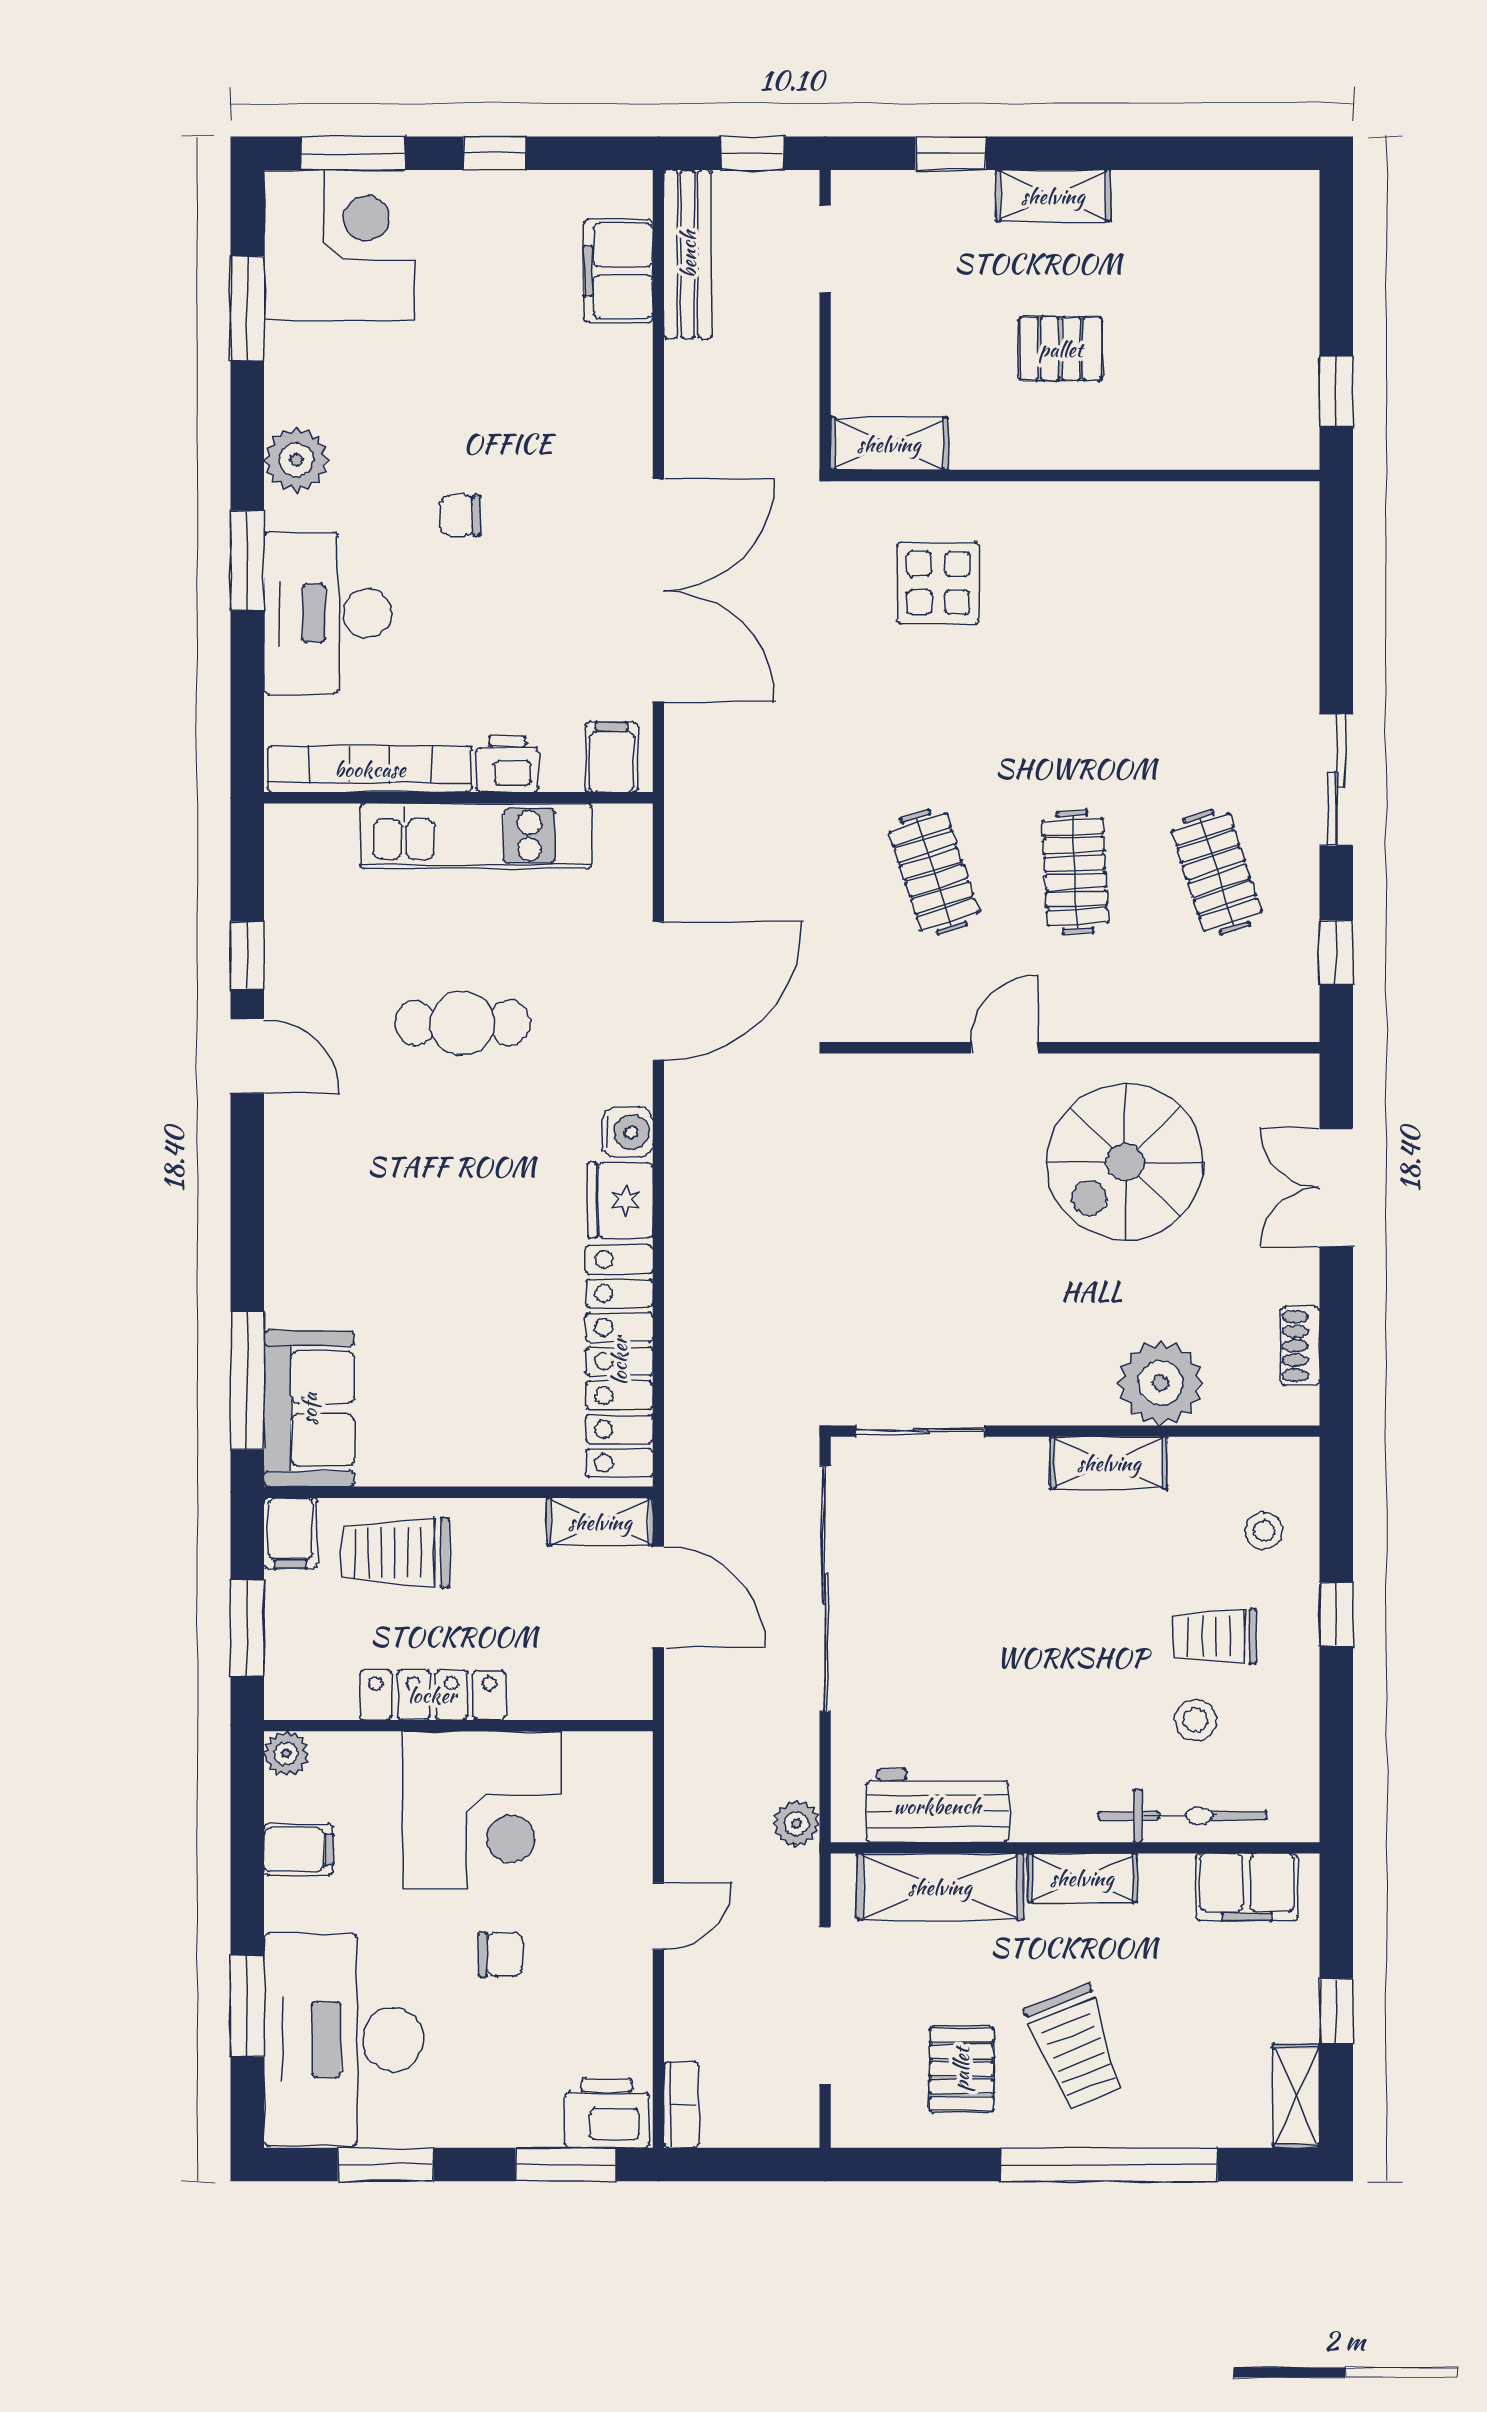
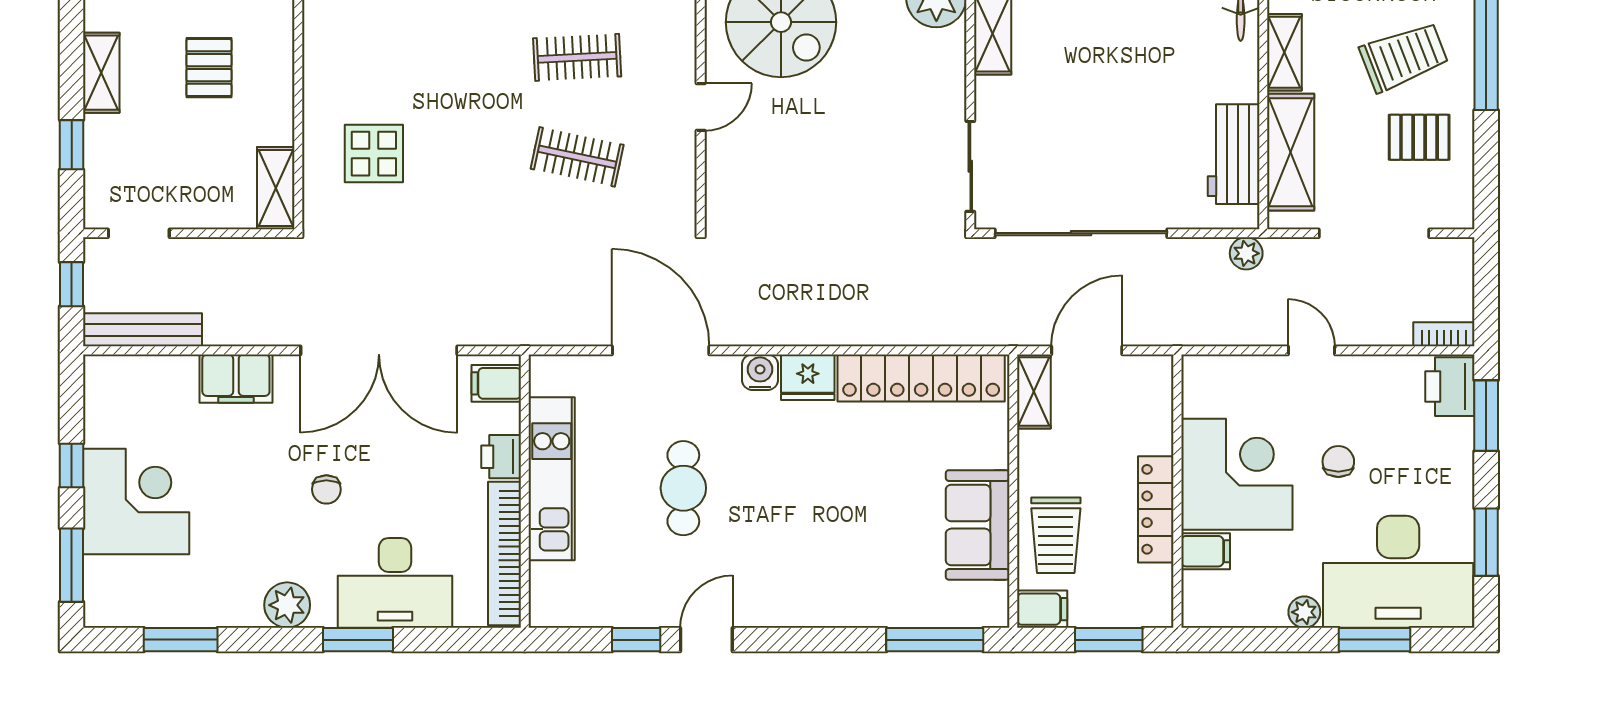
corner desk: (339, 245) -> (136, 502), moved, turned 90
filing cabinet: (618, 271) -> (236, 379), moved
double door: (658, 590) -> (379, 350), swing flipped
clothes rail: (934, 872) -> (577, 157), turned 30
door: (1004, 1048) -> (701, 107), swing flipped
sofa: (309, 1409) -> (978, 525), moved, turned -90
plant: (286, 1754) -> (1304, 612), moved
filing cabinet: (298, 1849) -> (1206, 551), moved, turned 90

